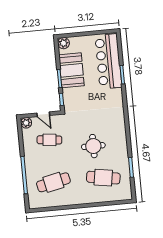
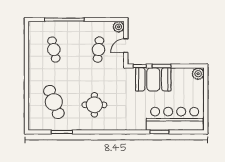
booth: (71, 70) -> (153, 79), moved
round table: (93, 146) -> (94, 105), moved
cafe table: (103, 178) -> (54, 102), turned -30
cafe table: (53, 182) -> (54, 50), width x0.73, depth x0.74

